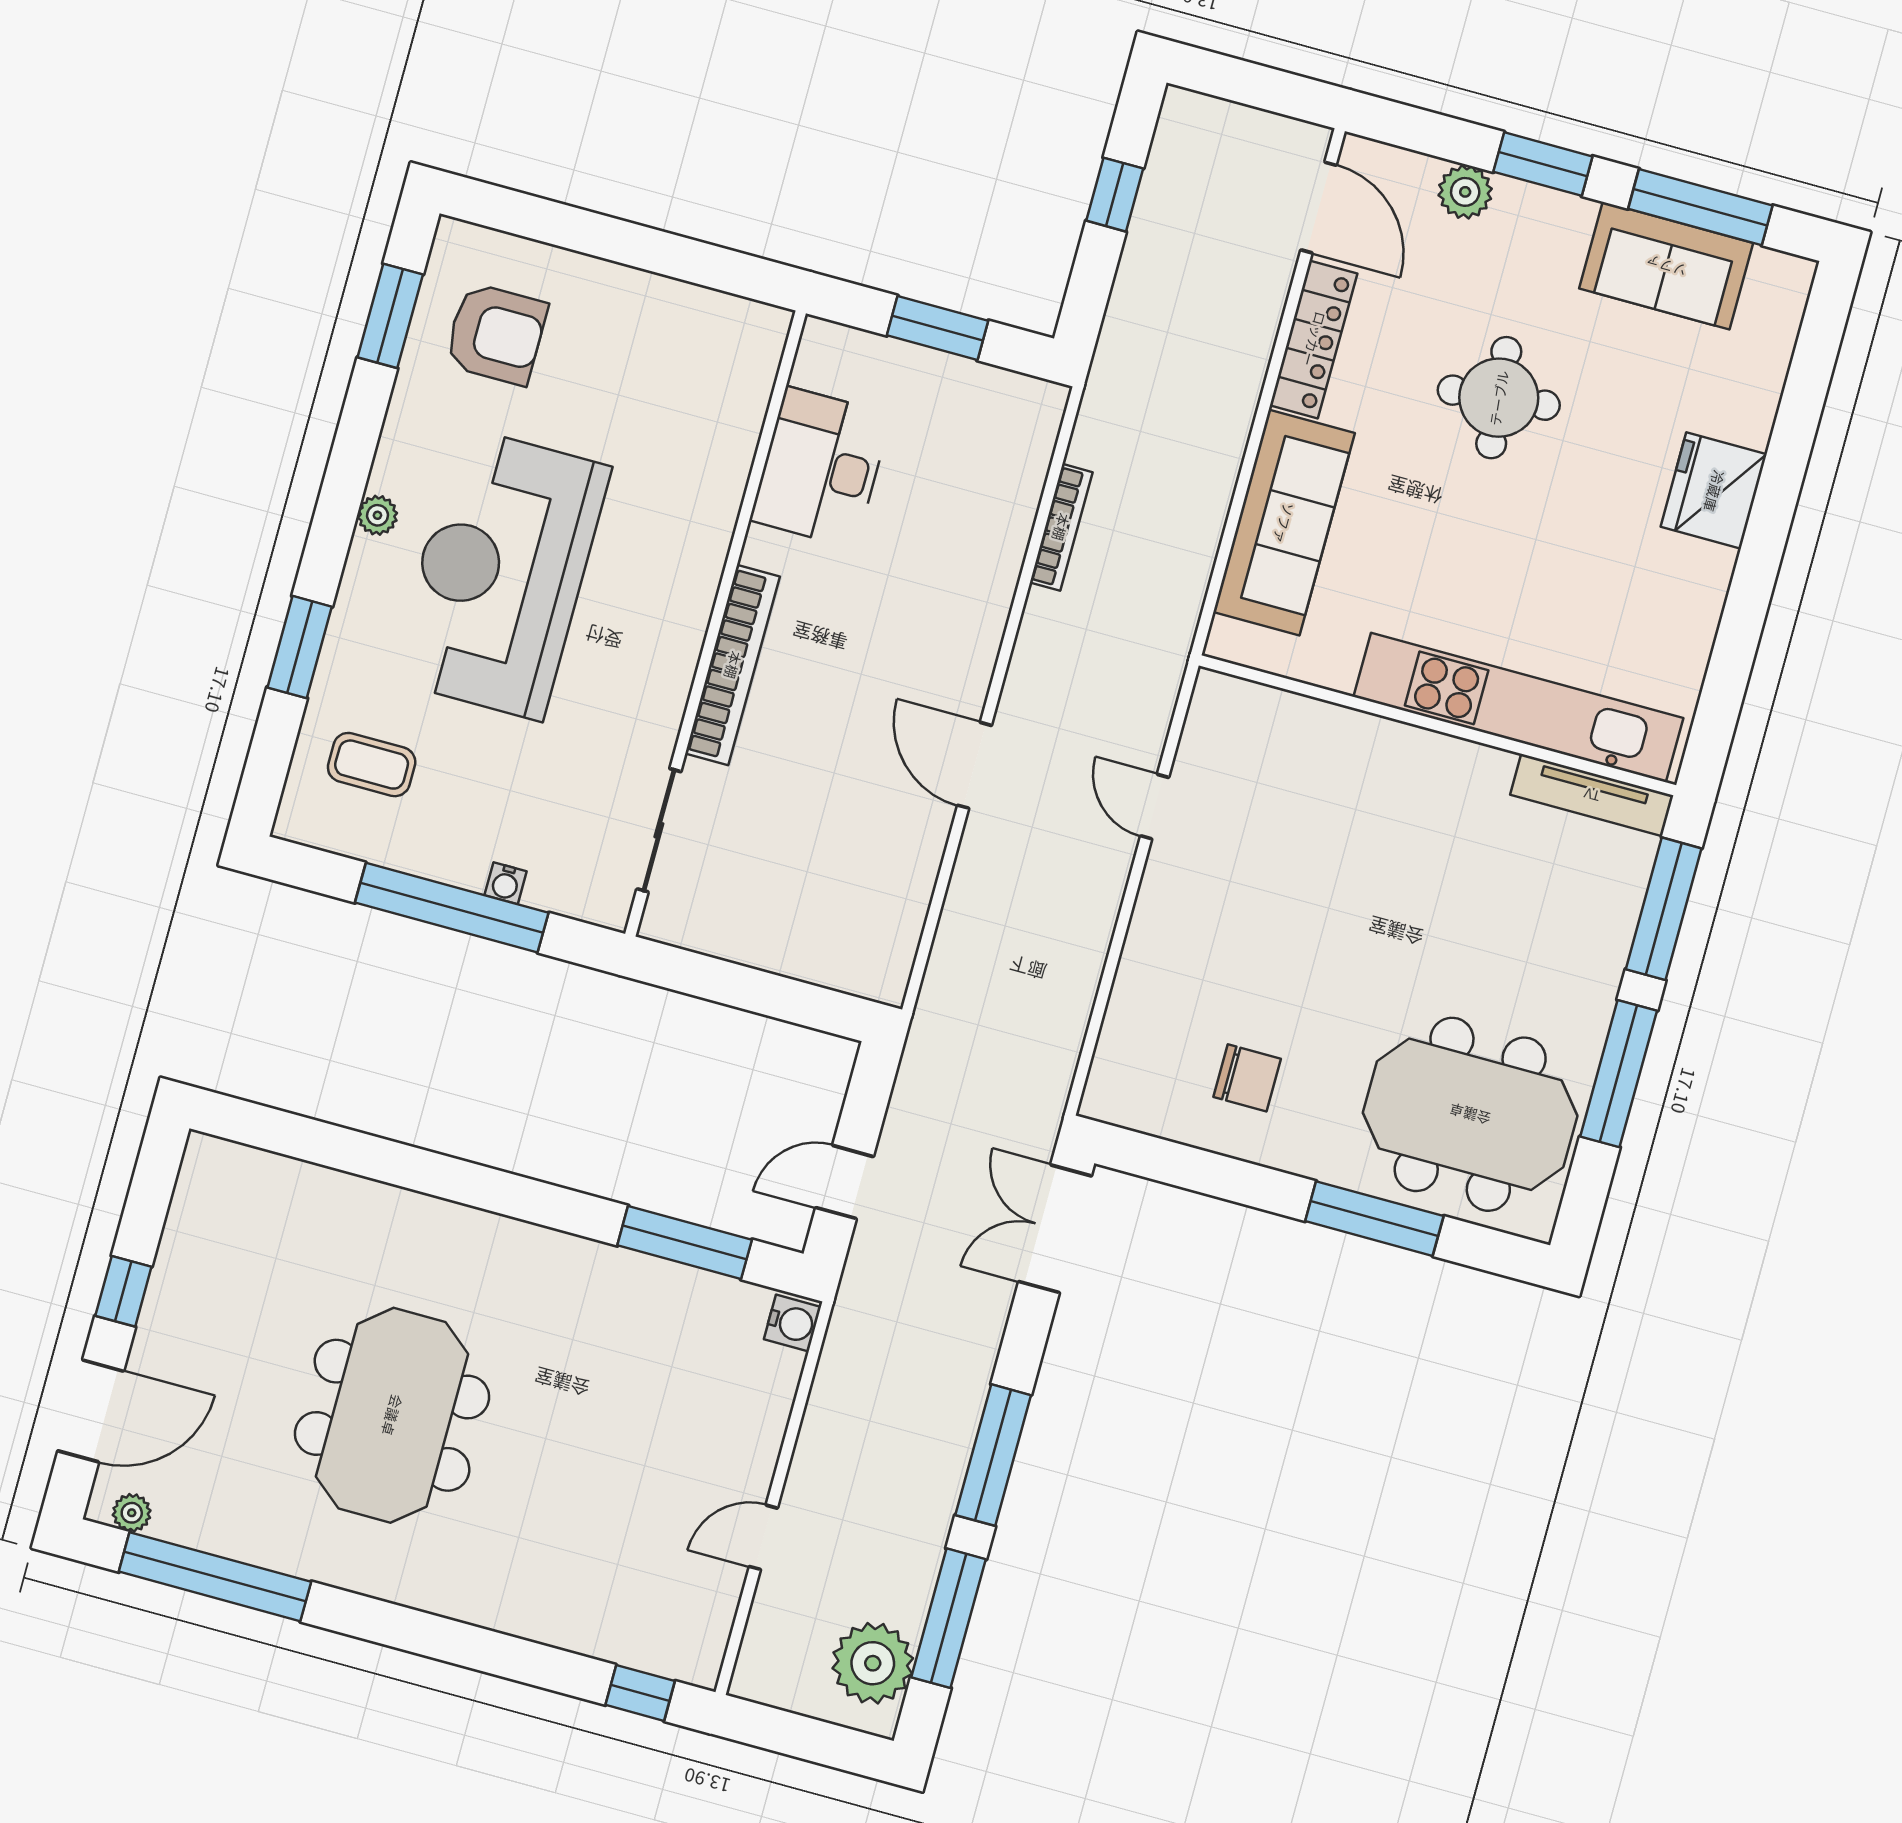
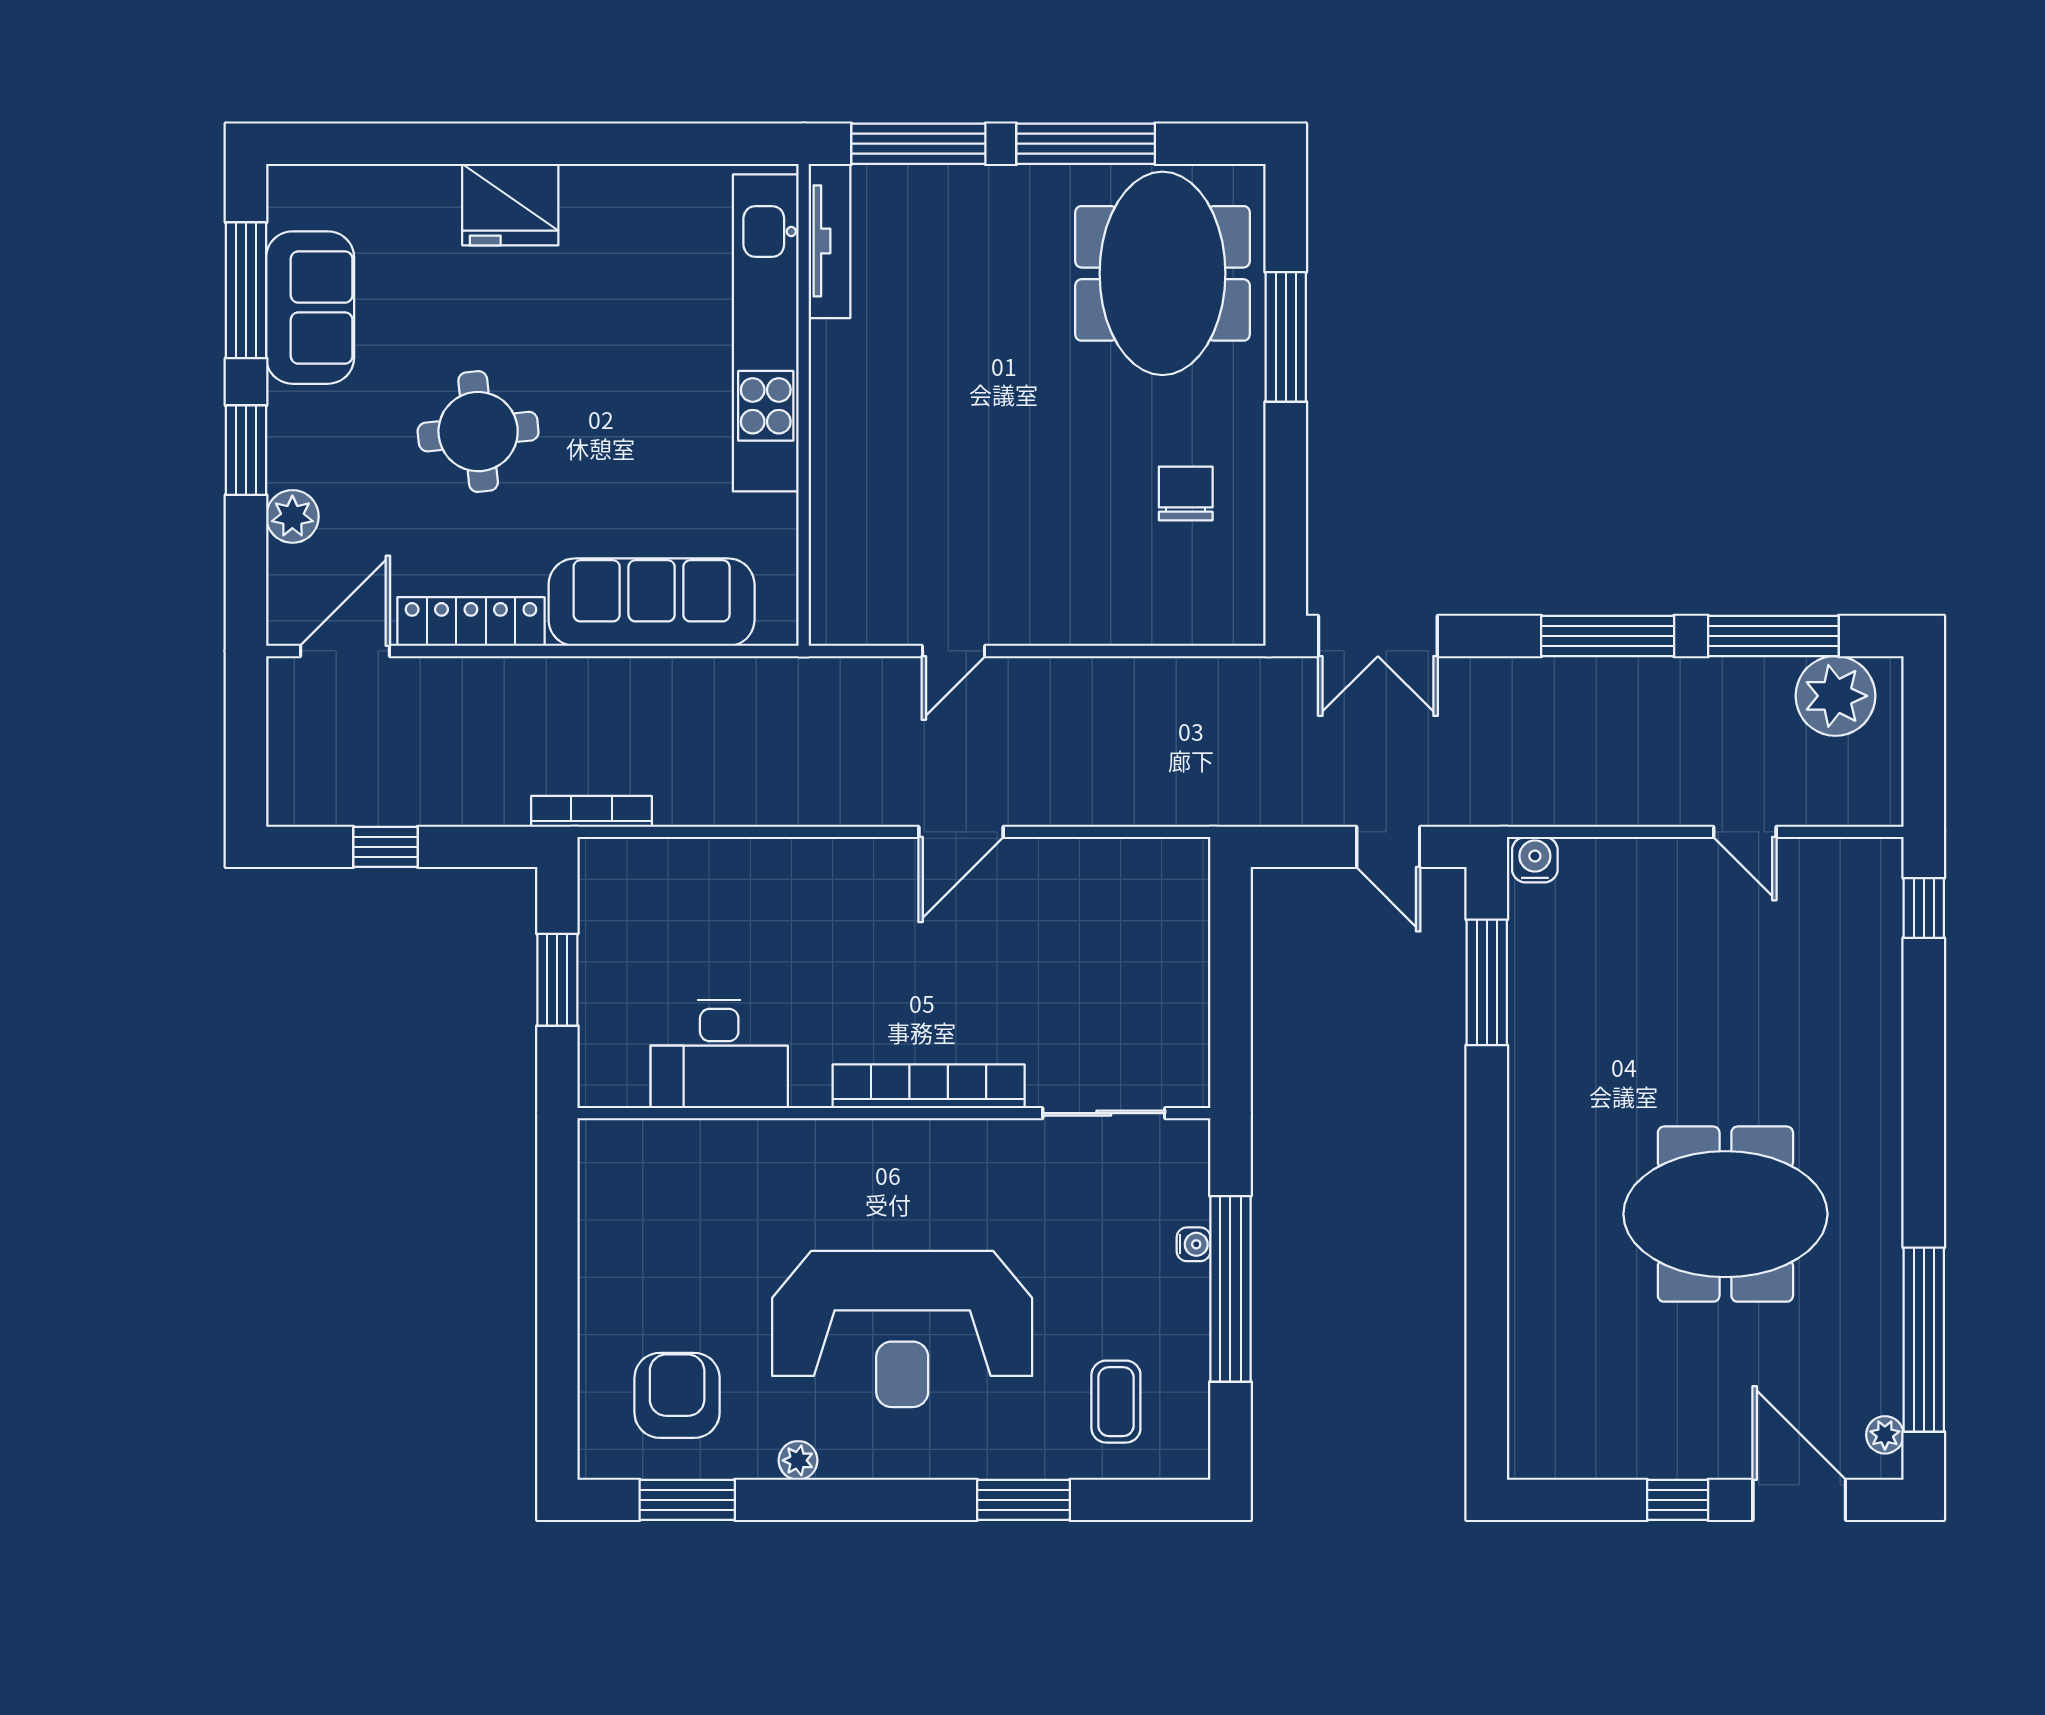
plant: (377, 515) -> (798, 1460), moved
bookcase: (1061, 527) -> (592, 811), moved

